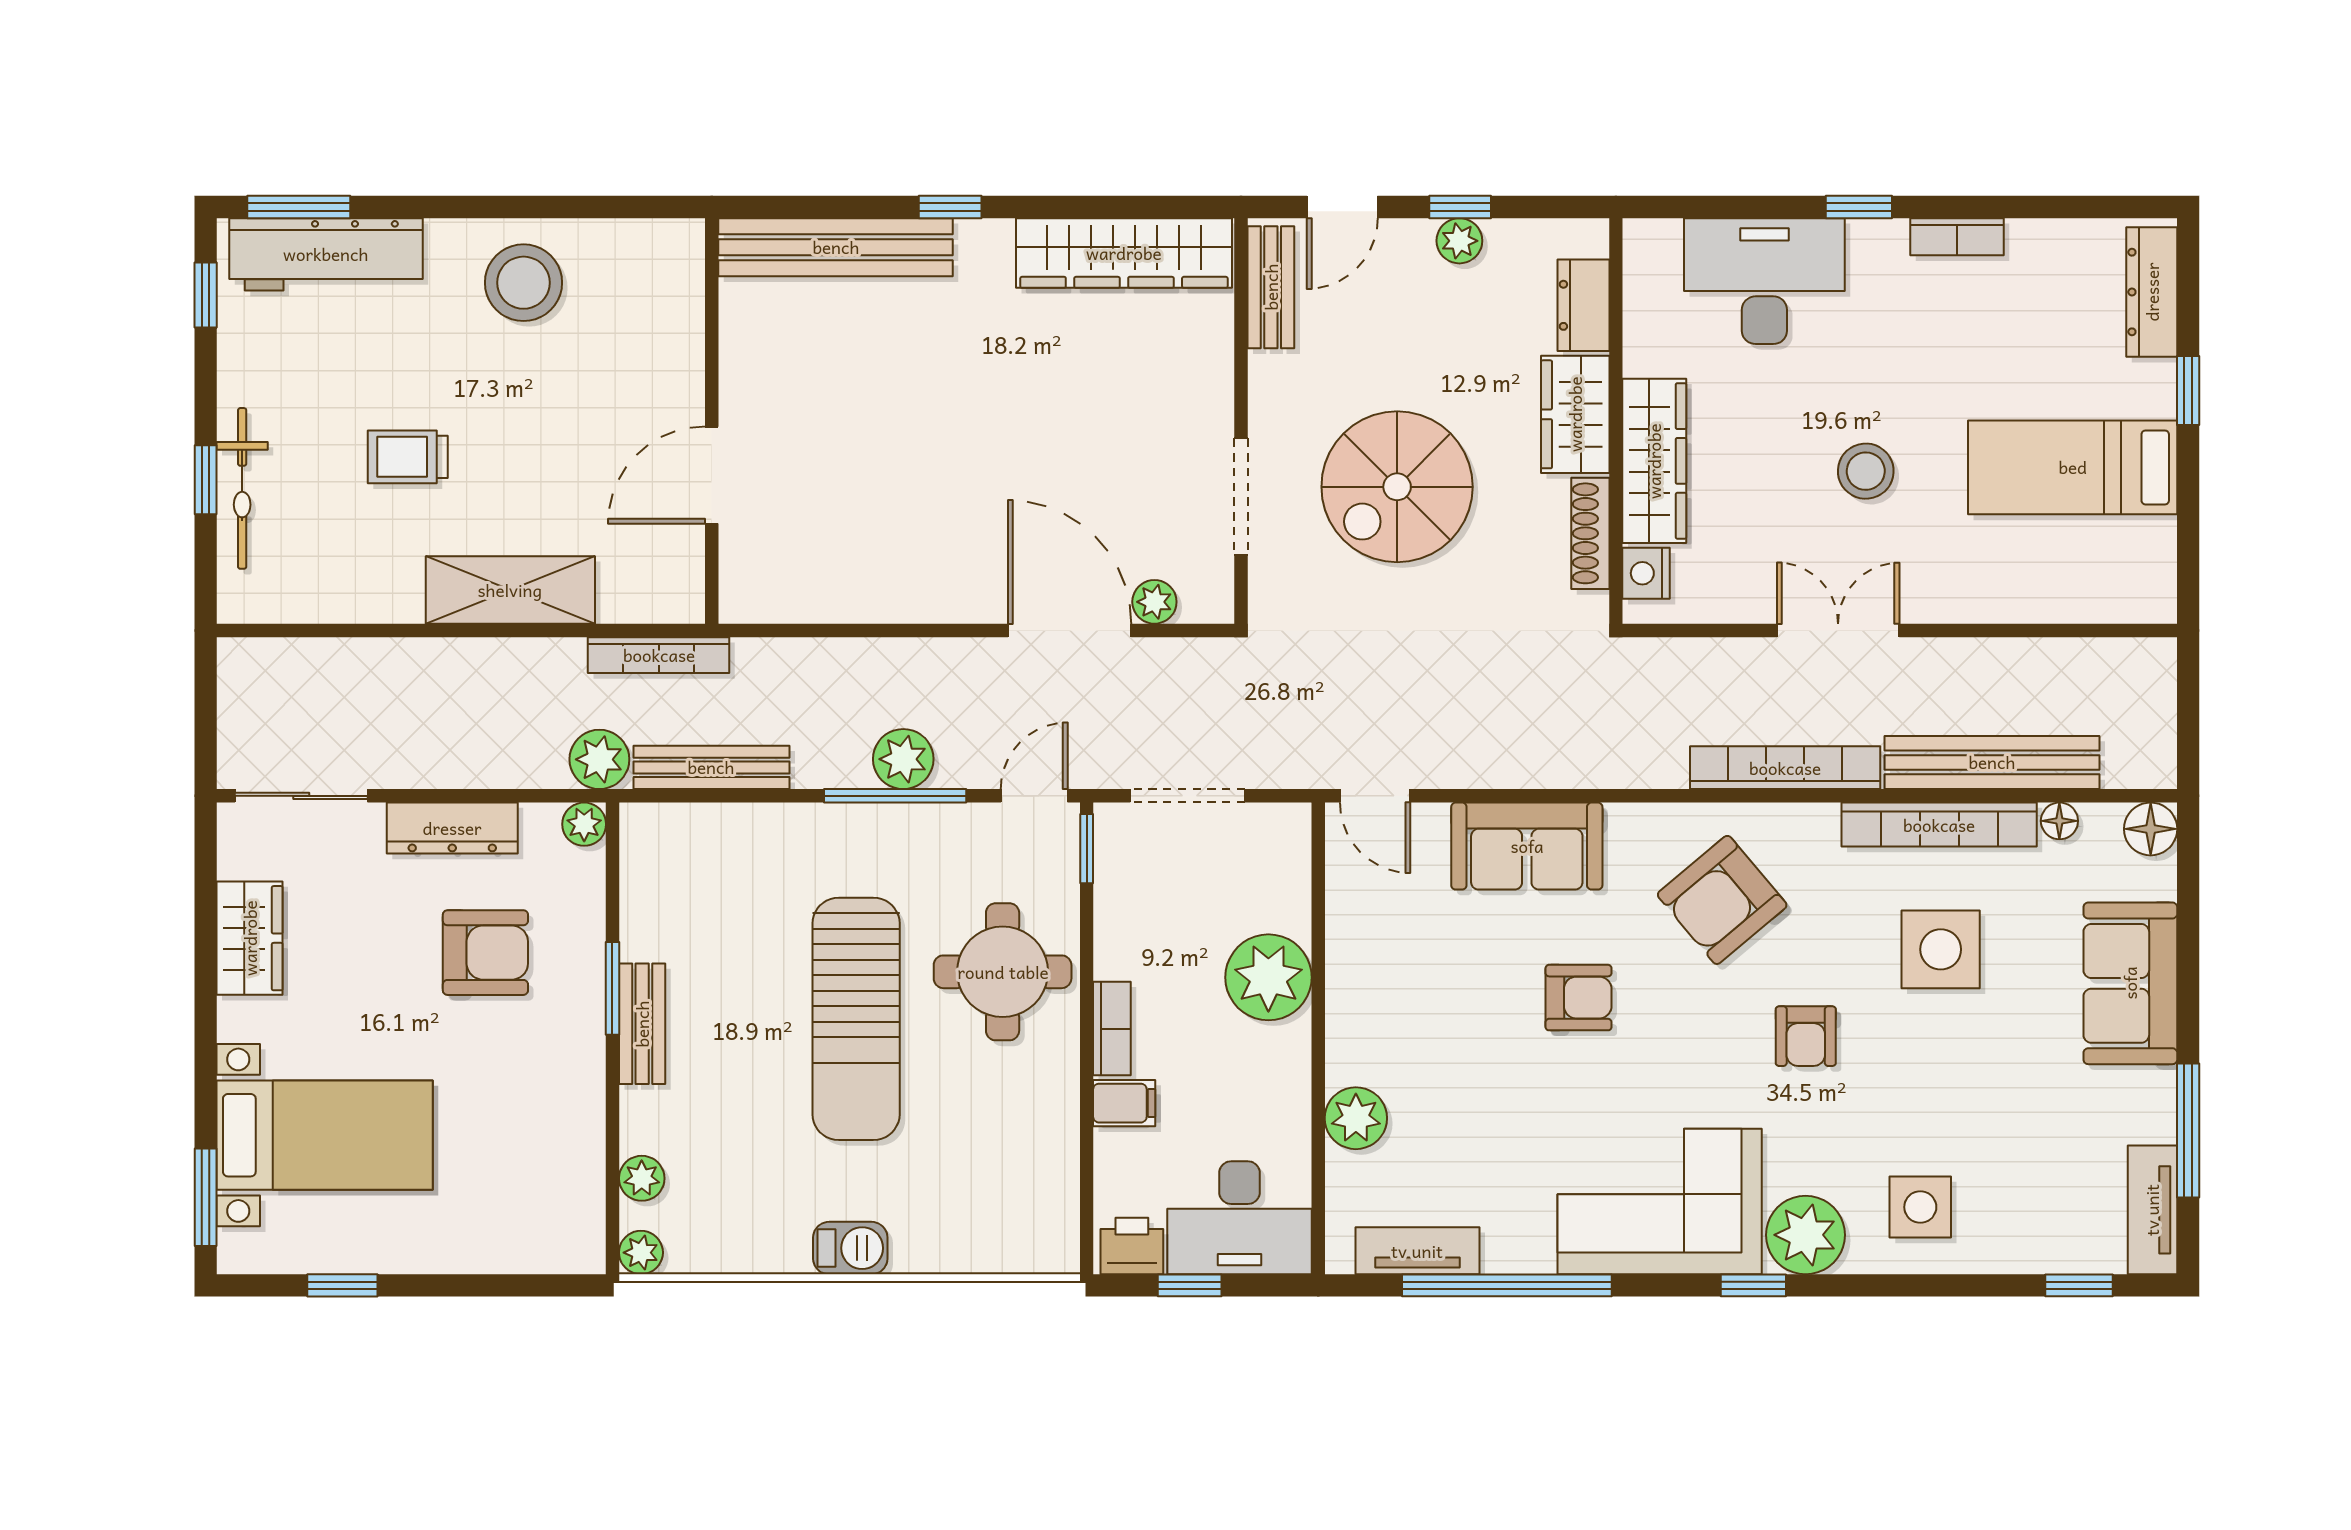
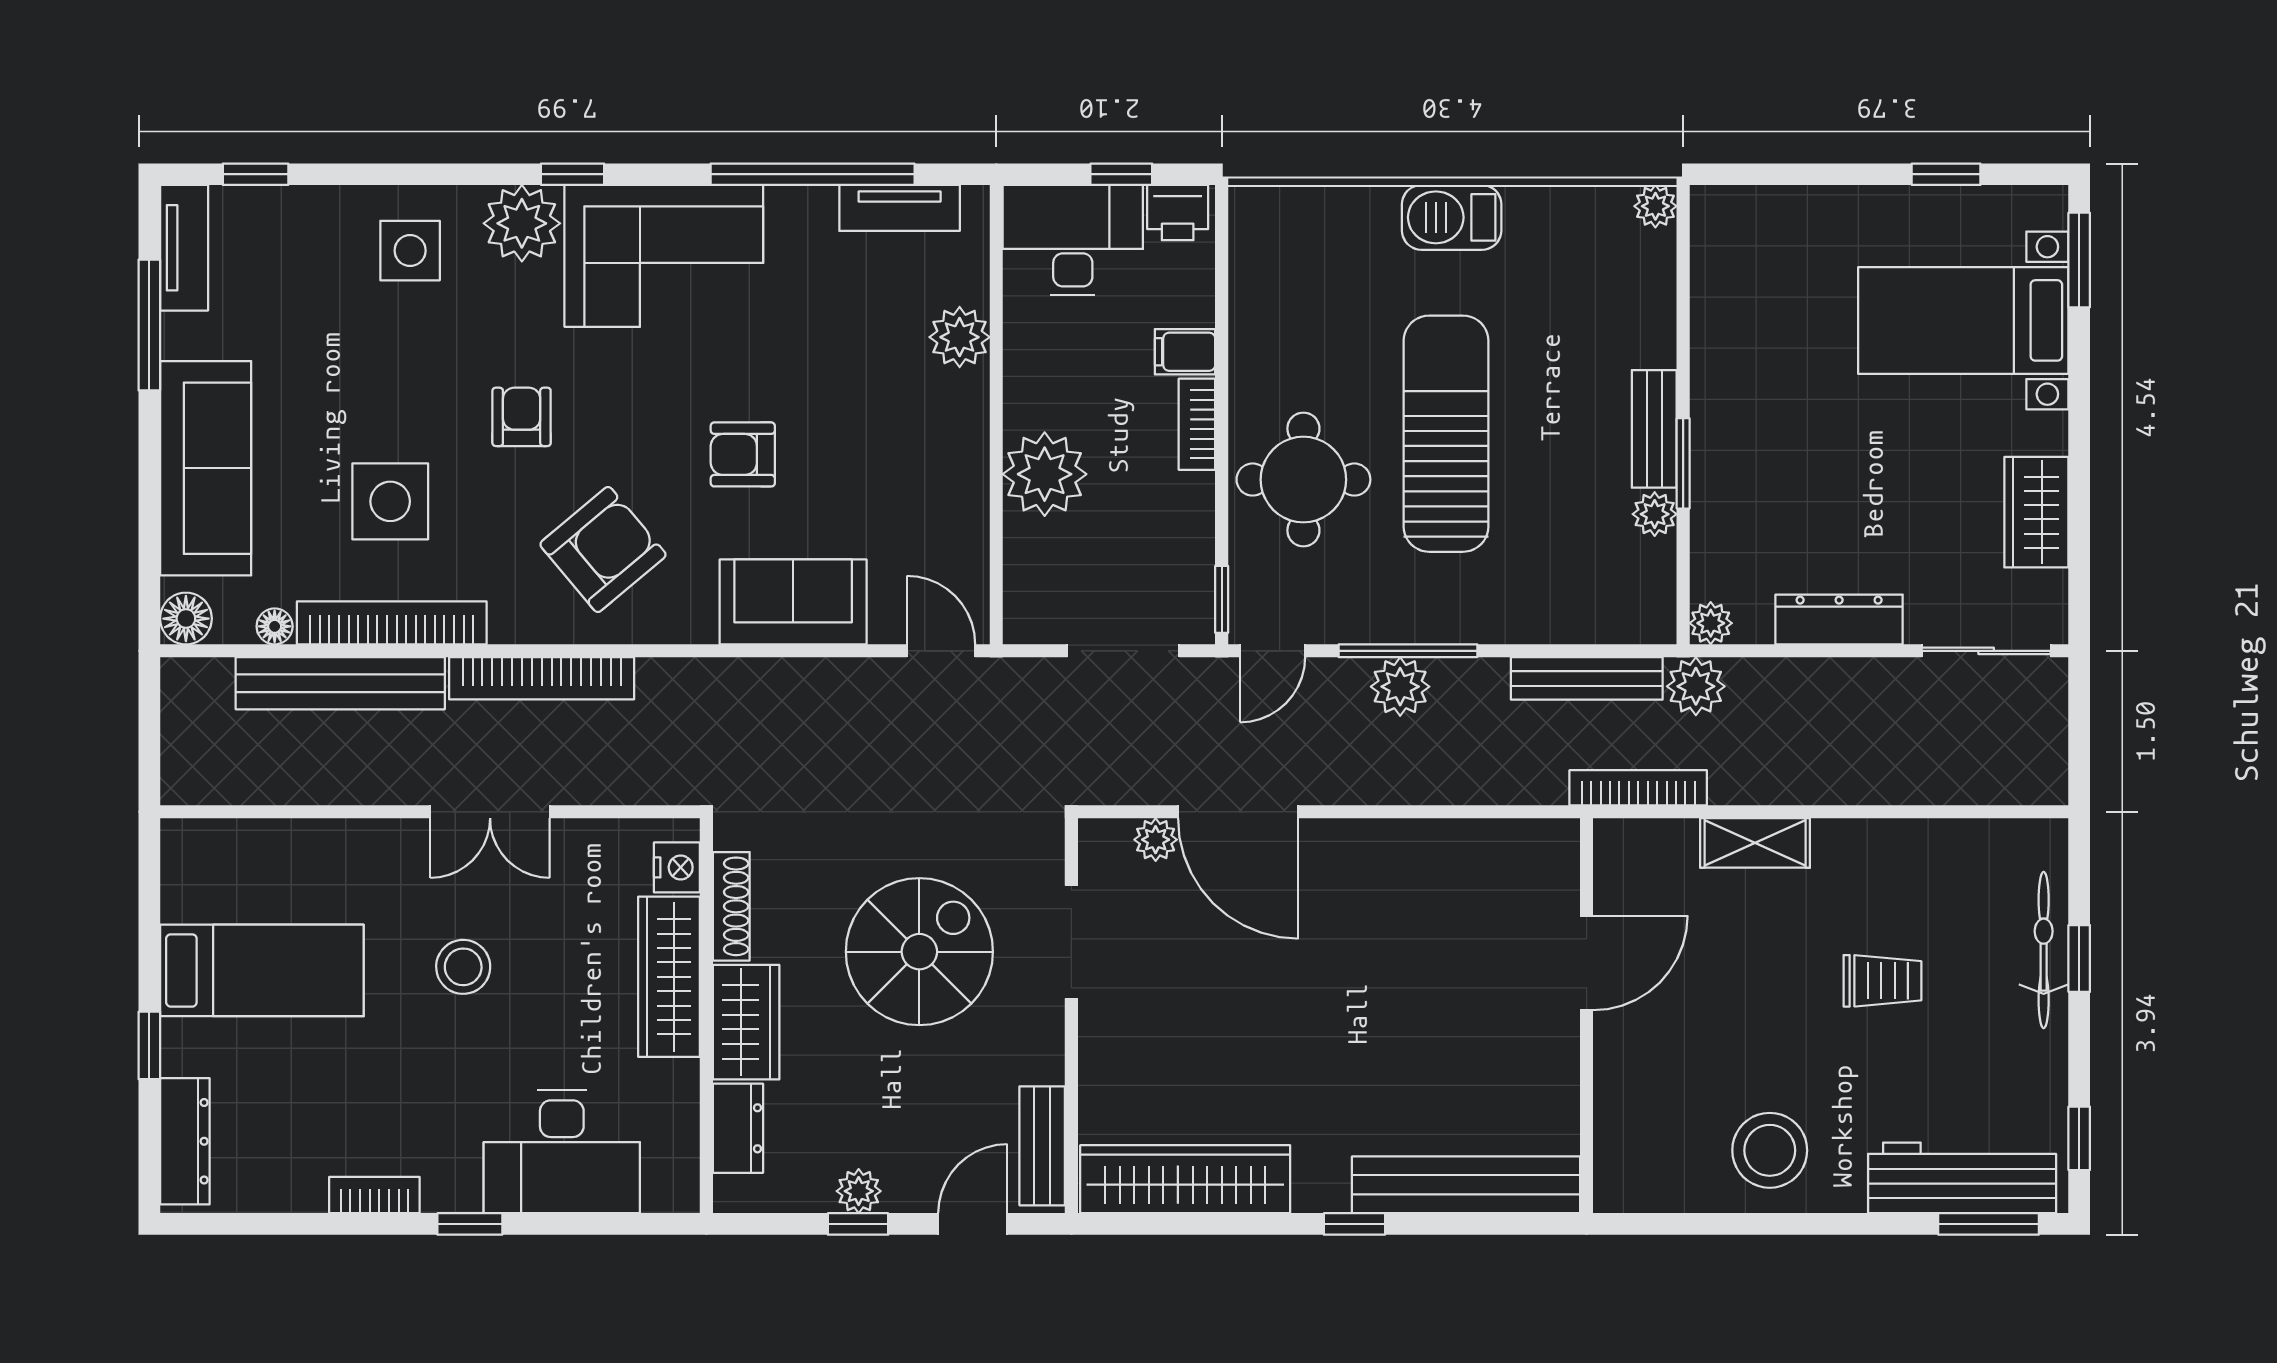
shelving: (510, 590) -> (1755, 843), width x0.67, depth x0.75
armchair: (485, 953) -> (1807, 498), removed
sofa: (2130, 983) -> (206, 468), width x1.36
plant: (642, 1178) -> (1655, 514), moved
barbecue: (850, 1248) -> (1452, 217), width x1.38, depth x1.27

